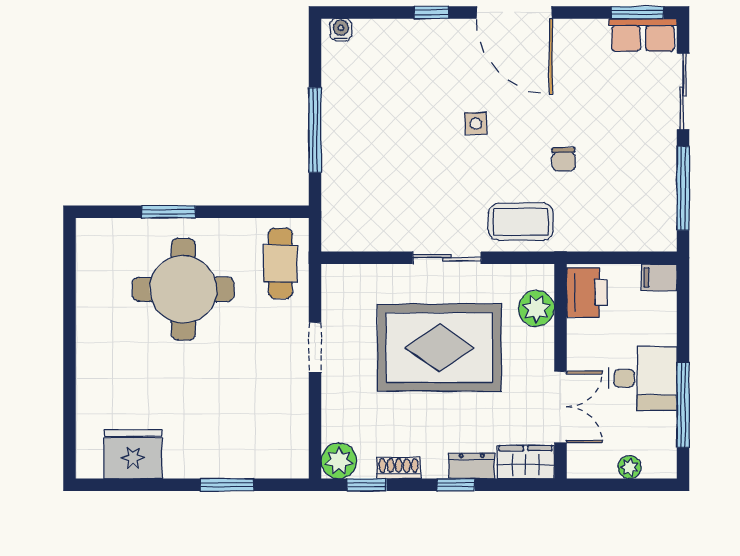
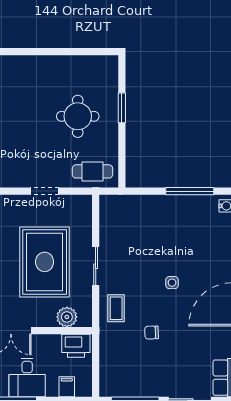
window: (315, 130) -> (190, 191), moved
coffee table: (521, 222) -> (116, 308), width x0.73, depth x0.77
filing cabinet: (659, 277) -> (67, 387), moved
round table: (183, 289) -> (78, 116), width x0.73, depth x0.73

